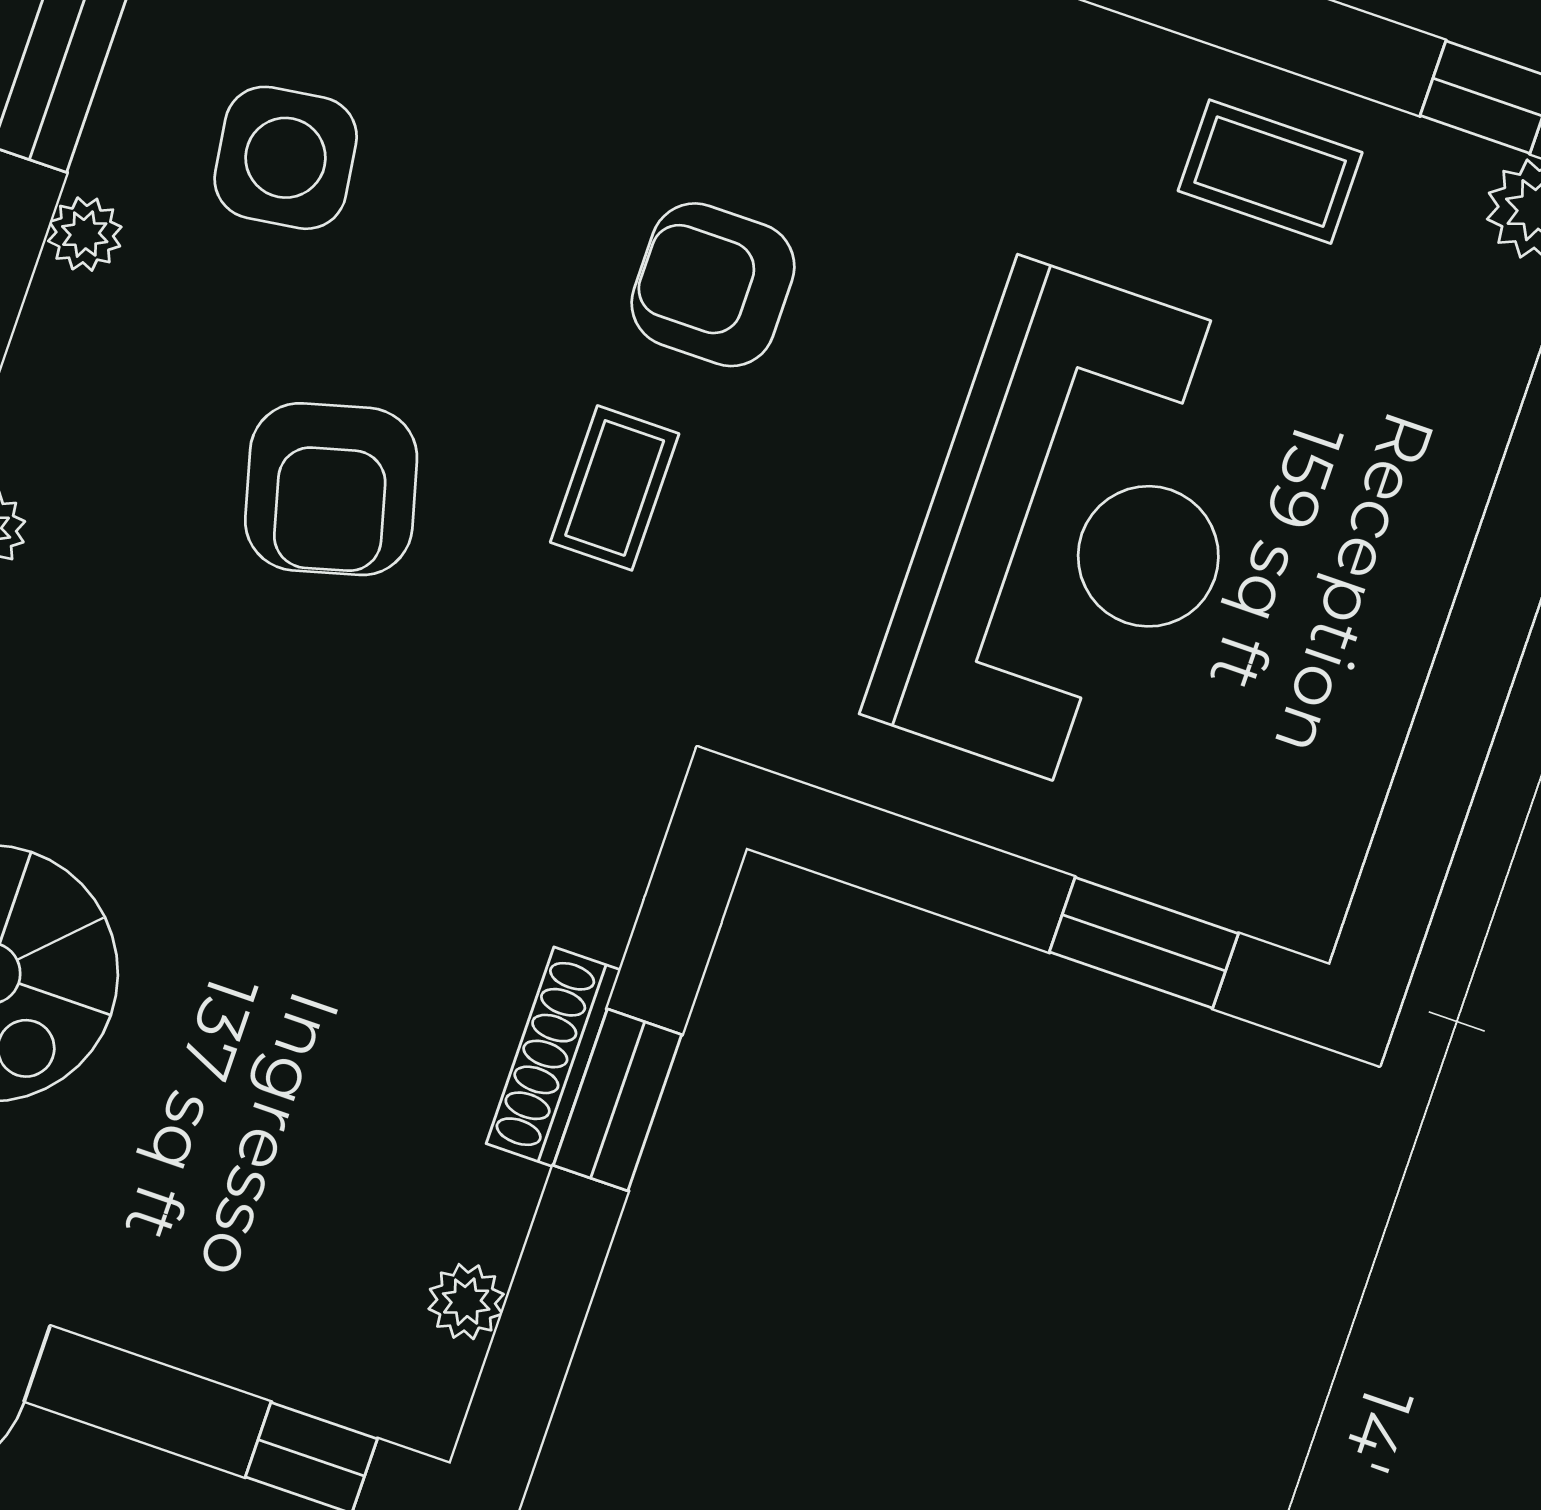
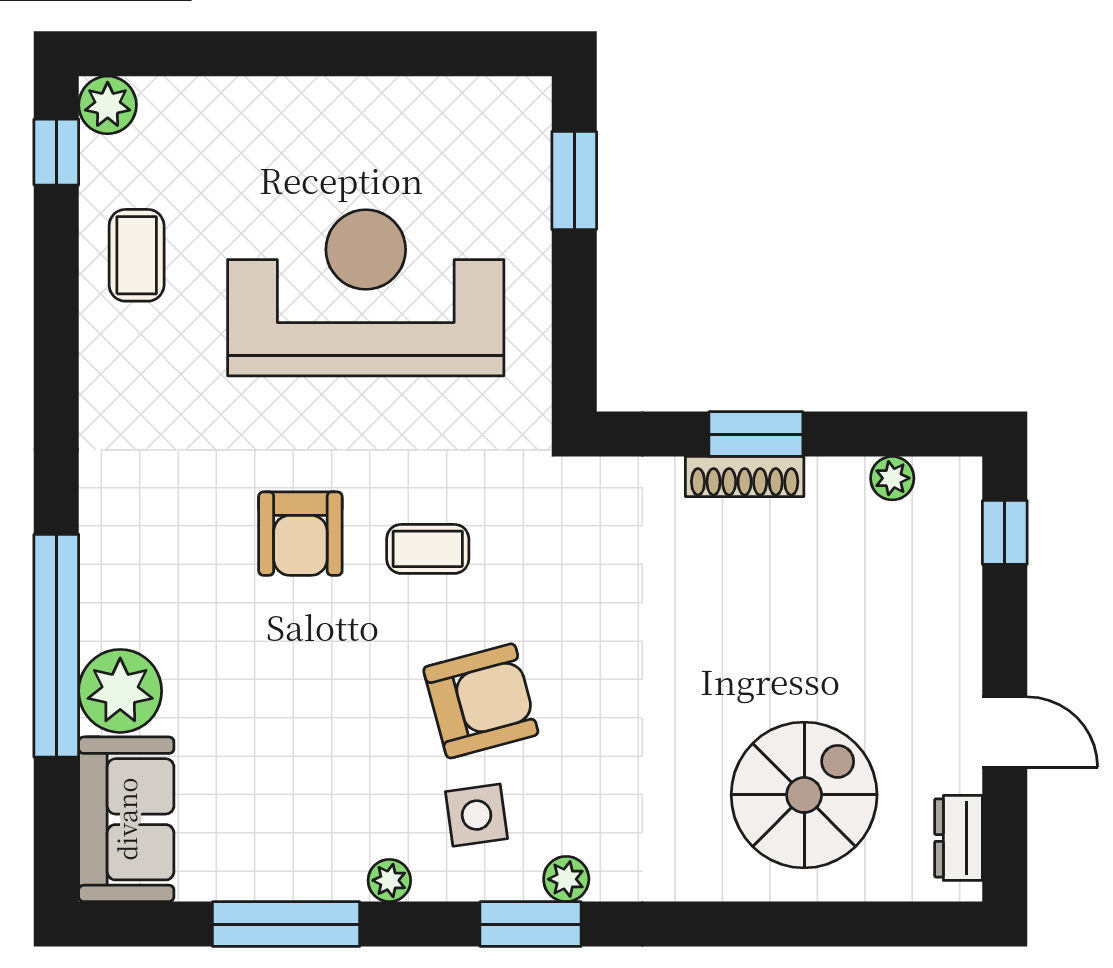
side table: (286, 158) -> (477, 815), moved, width x0.73, depth x0.73

